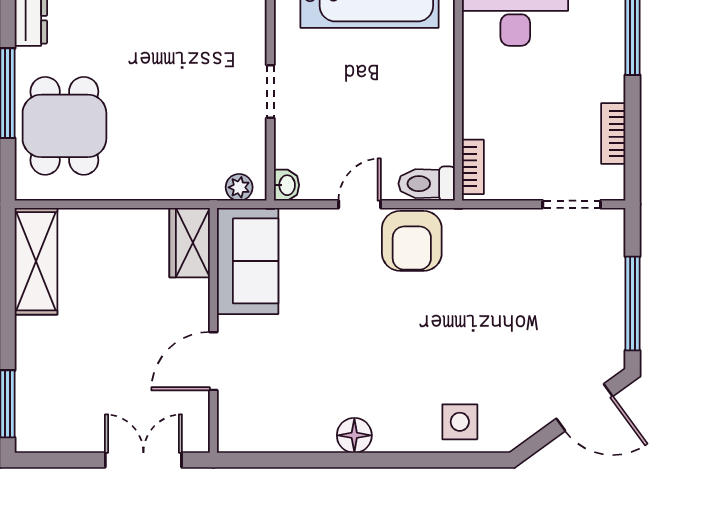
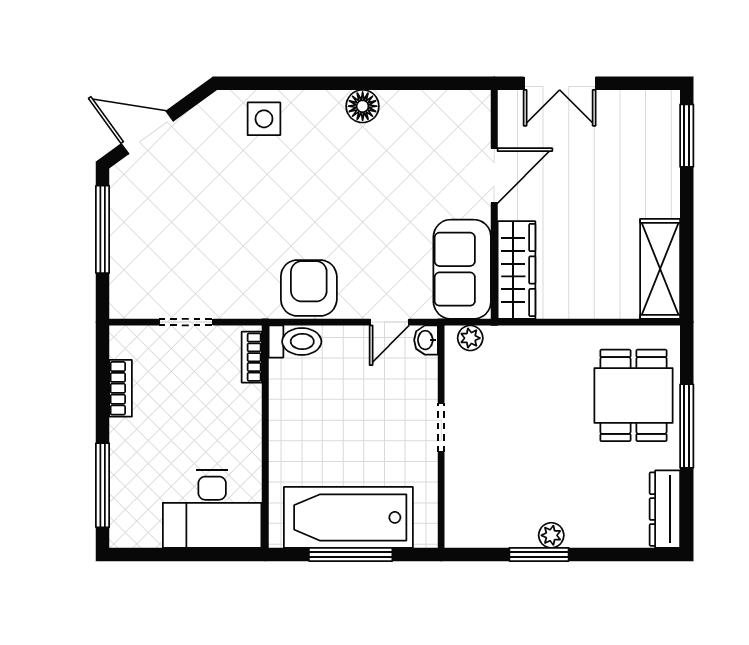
door: (360, 204) -> (389, 322), moved
doorway: (572, 204) -> (186, 322), moved
wardrobe: (190, 243) -> (516, 270), width x1.50

